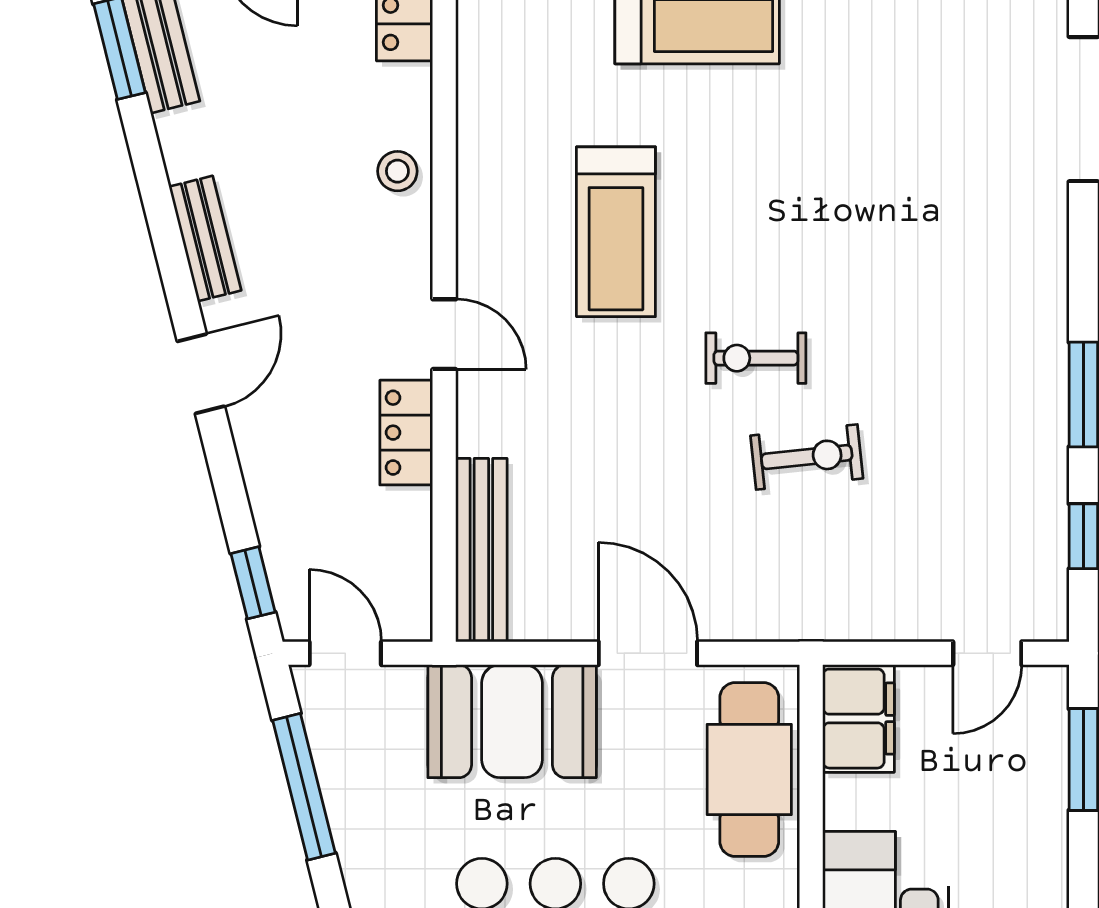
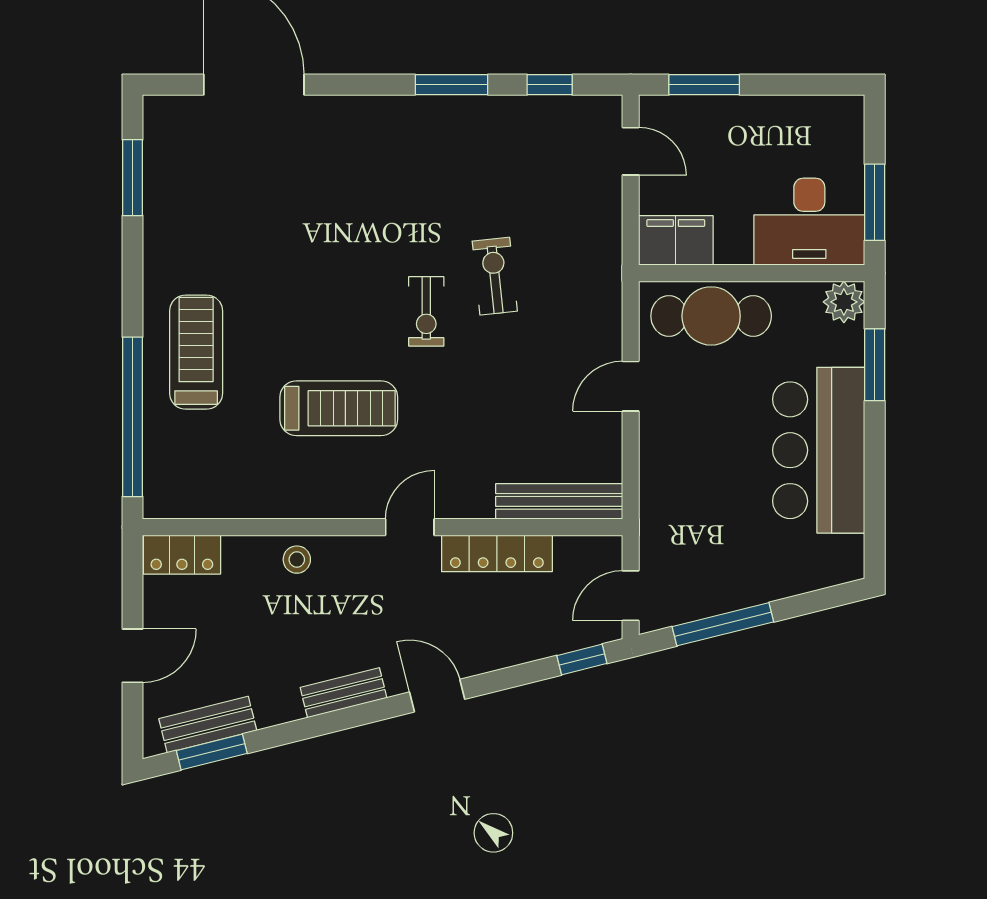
locker: (406, 433) -> (497, 553), width x1.53
door: (648, 653) -> (631, 386), width x0.73
booth: (512, 721) -> (678, 480), removed

